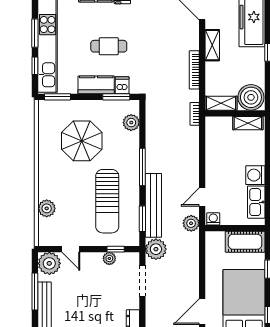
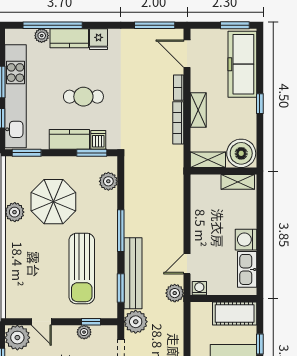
shelving: (212, 45) -> (198, 110), moved
bookcase: (195, 114) -> (179, 88), moved
plant: (47, 208) -> (15, 212), moved

